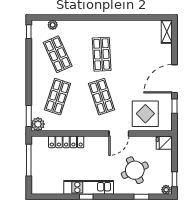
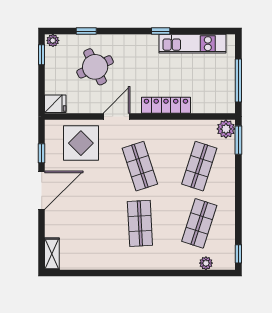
shop shelf: (58, 54) -> (199, 223), turned 42
locker: (66, 142) -> (166, 105), moved
kitchen unit: (89, 187) -> (192, 44), moved

